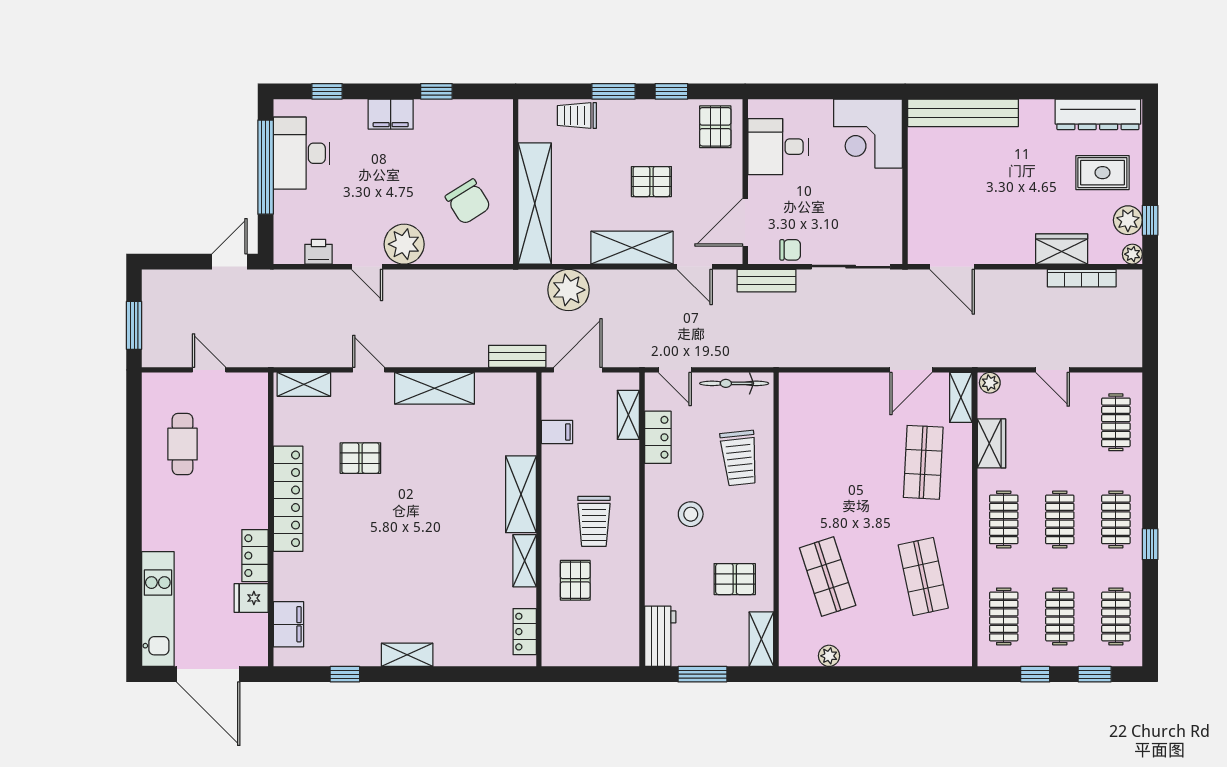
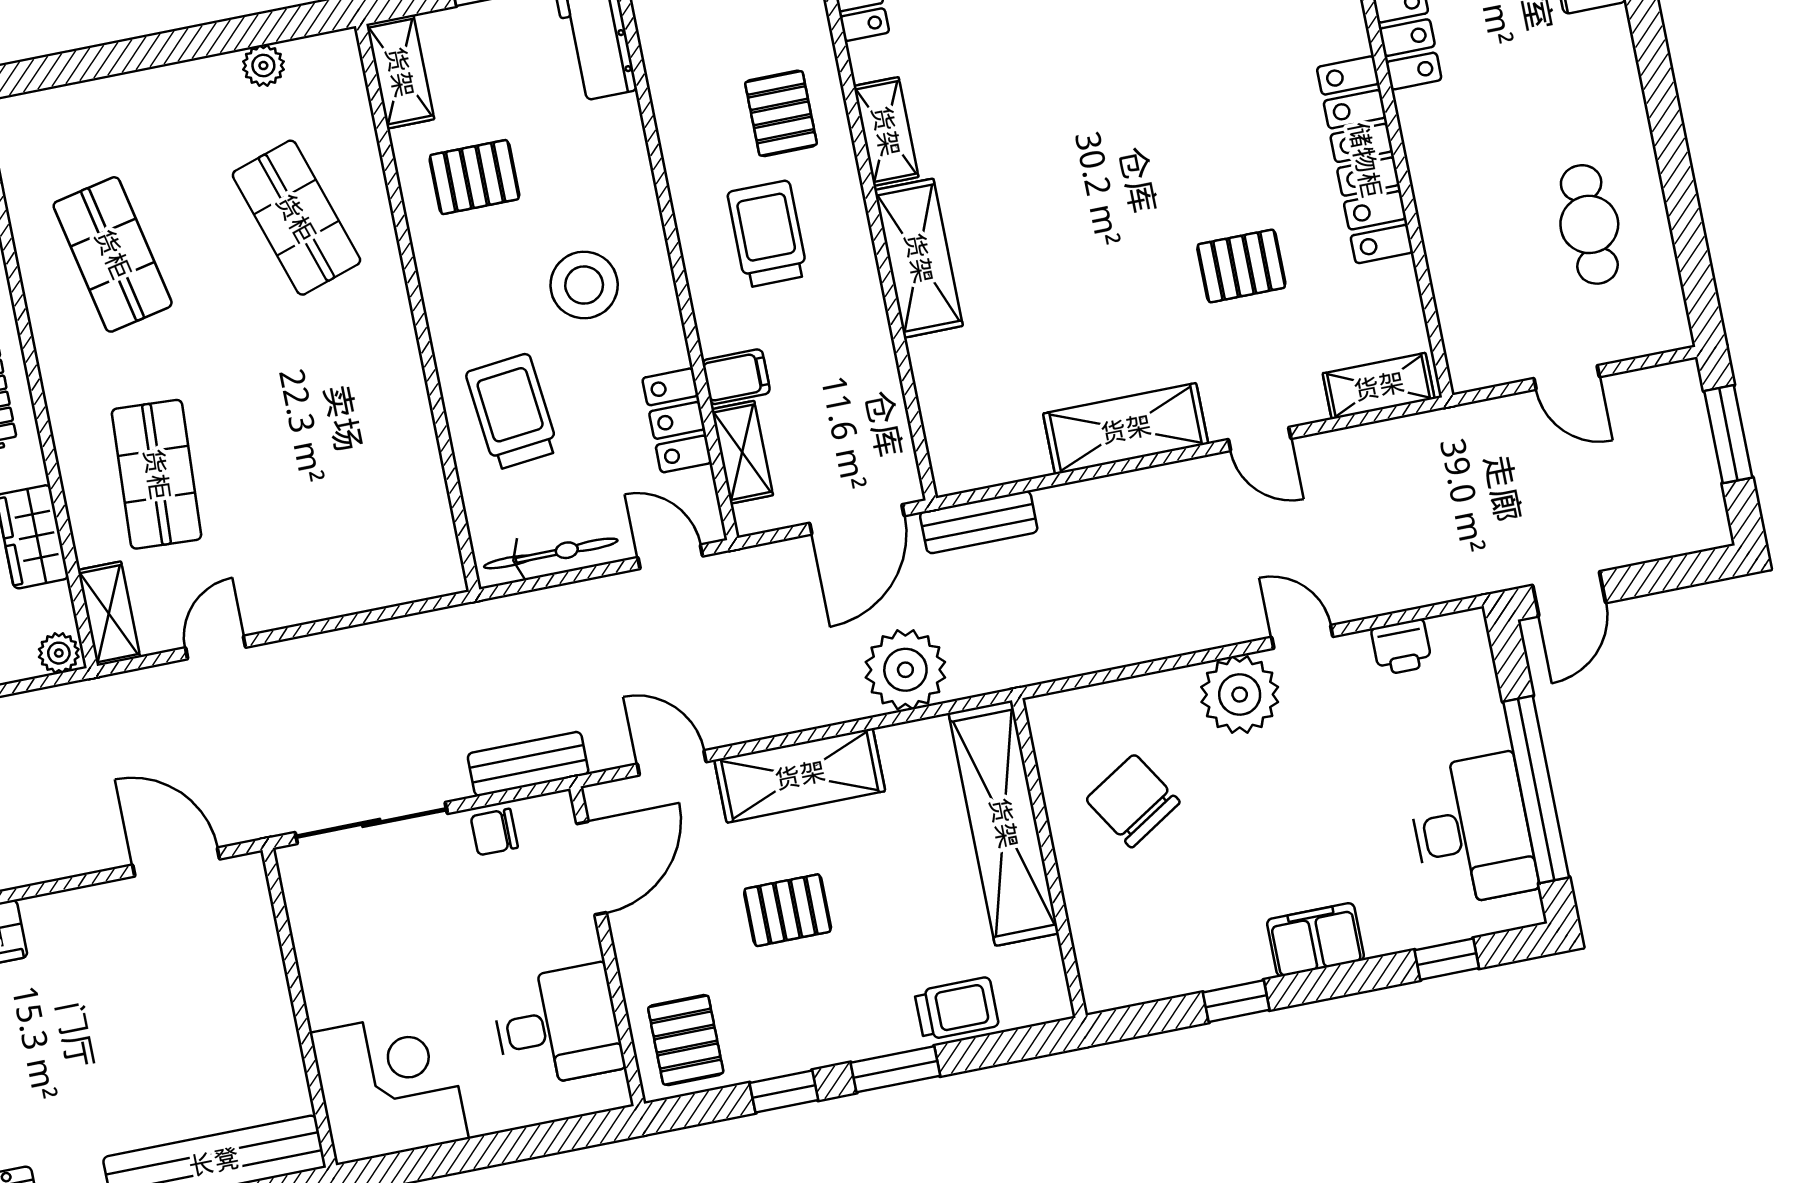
door: (911, 370) -> (216, 648), width x0.73
filing cabinet: (557, 432) -> (736, 377), moved, turned 180
stool: (691, 514) -> (584, 285), width x1.38, depth x1.38

